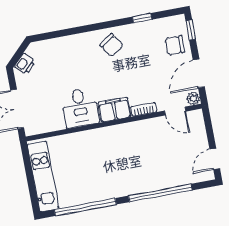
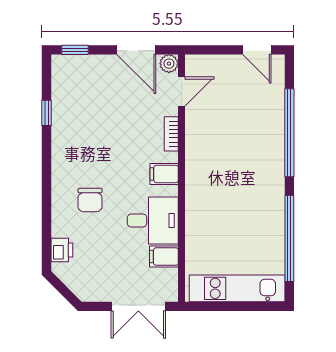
chair: (112, 45) -> (90, 200), moved, turned 124
chair: (175, 45) -> (92, 75), removed
printer: (25, 64) -> (62, 250), moved, turned 45
filing cabinet: (114, 110) -> (164, 174), width x0.50
filing cabinet: (56, 120) -> (164, 257), added

